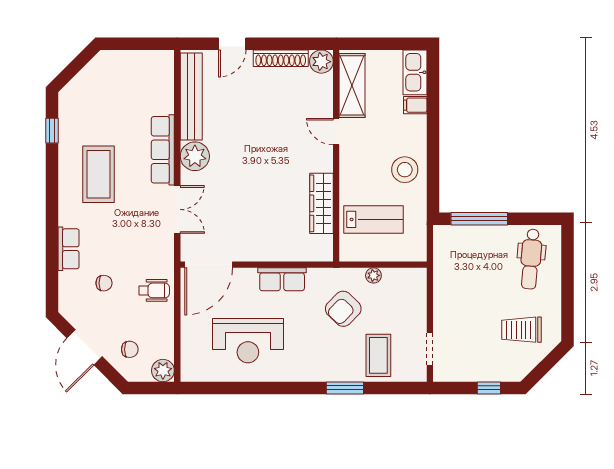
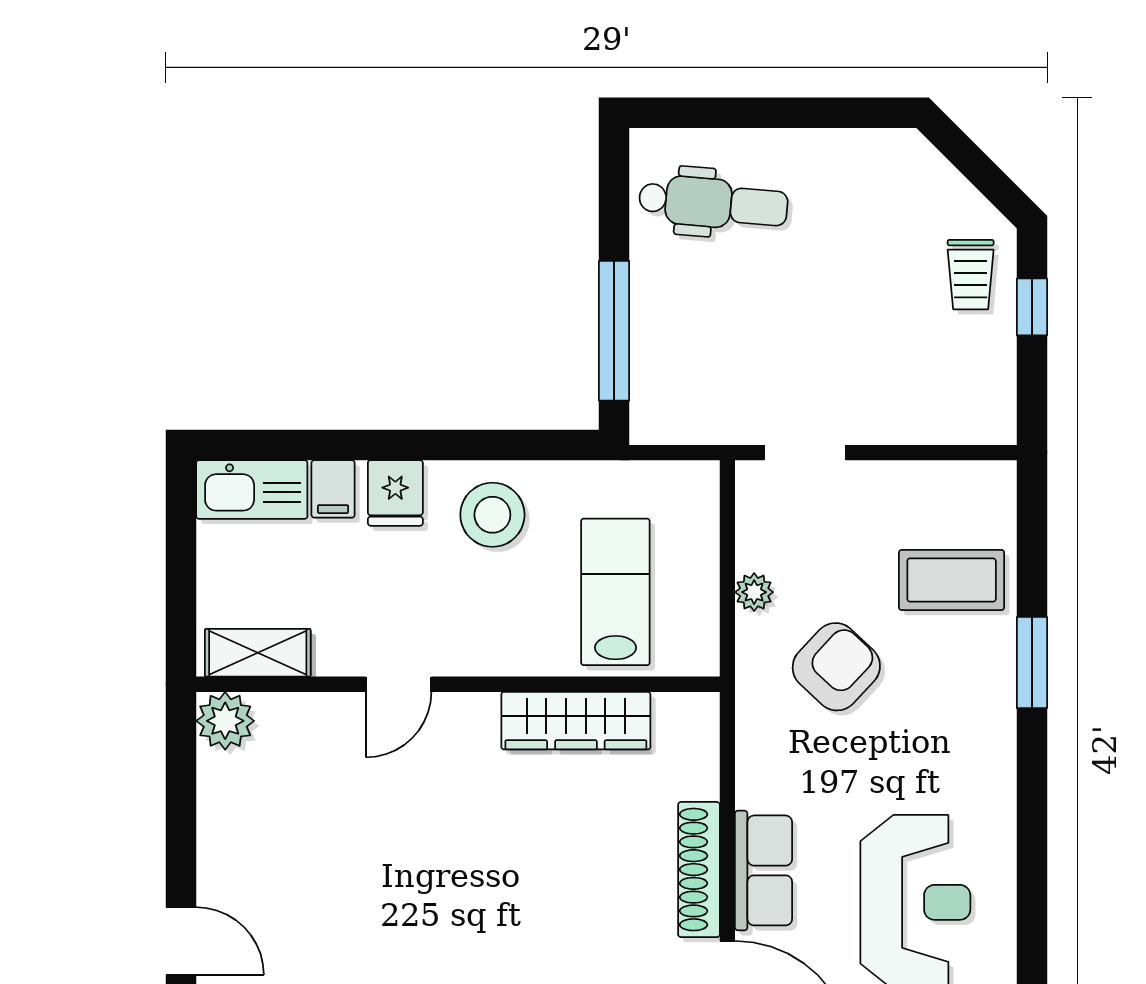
shoe rack: (281, 58) -> (699, 870), moved, turned 180
shelving: (352, 85) -> (258, 653), width x0.67, depth x0.75
fridge: (414, 130) -> (395, 493), added
row of seats: (282, 279) -> (763, 870), moved
armchair: (343, 309) -> (836, 667), turned -91
trolley: (521, 330) -> (971, 275), moved, width x0.73, depth x0.72
doorway: (430, 349) -> (805, 453), moved

